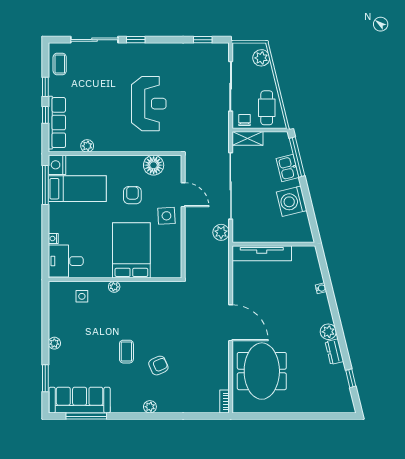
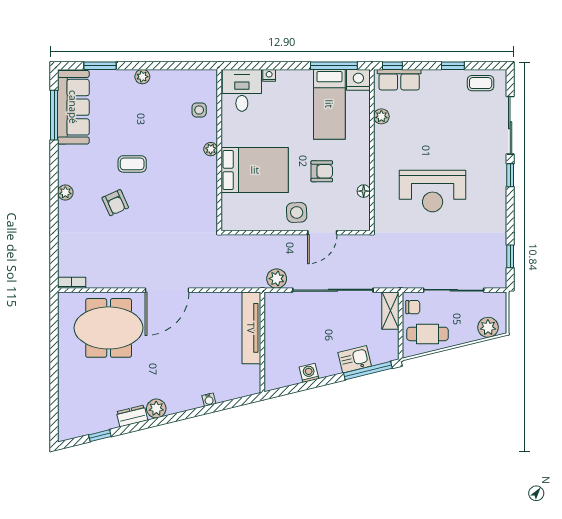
window: (45, 115) -> (392, 66), moved
row of seats: (57, 123) -> (399, 80), width x0.68
floor lamp: (154, 165) -> (364, 191), width x0.53, depth x0.53
washing machine: (292, 201) -> (309, 373), width x0.53, depth x0.53

